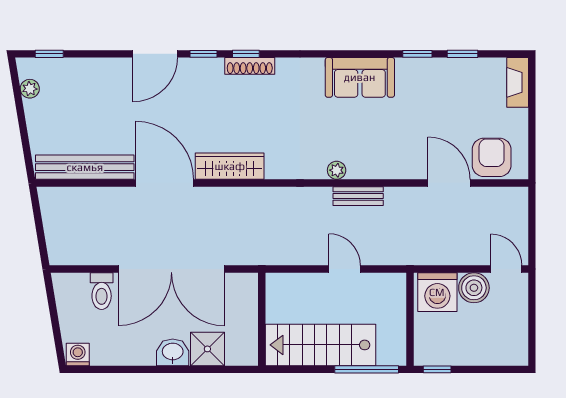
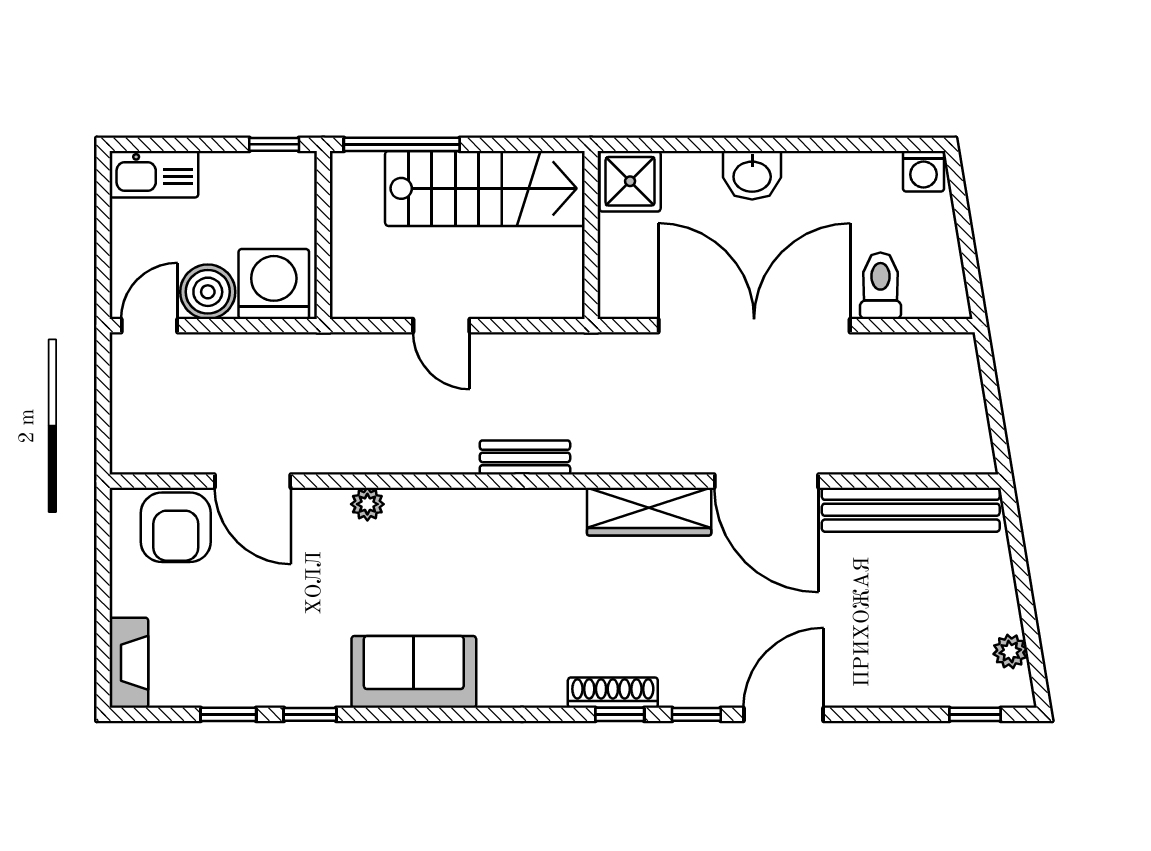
plant: (337, 170) -> (367, 504), moved
bench: (358, 196) -> (525, 457), moved
door: (506, 269) -> (149, 326), swing flipped
shower: (207, 349) -> (630, 181), moved
kitchen sink: (504, 353) -> (154, 174), added

